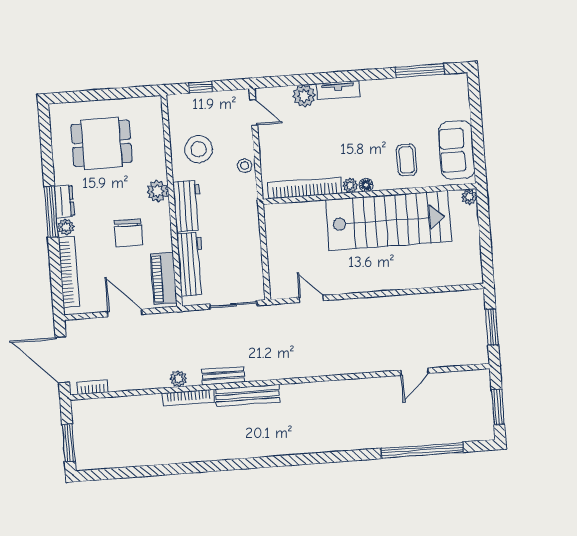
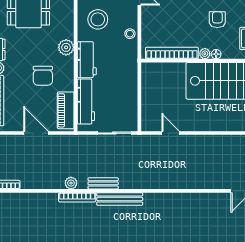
armchair: (364, 137) -> (217, 20), added

